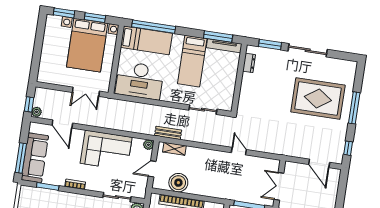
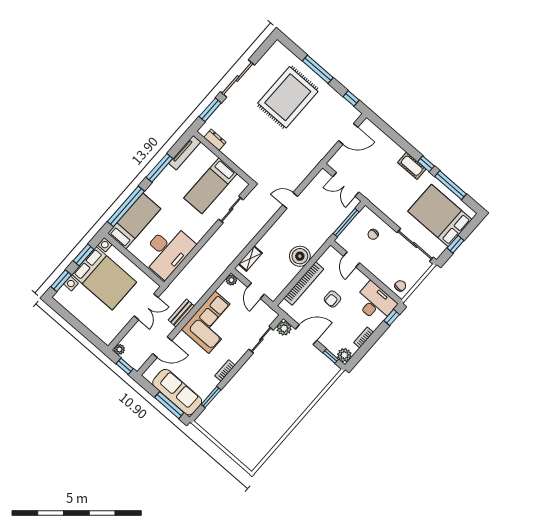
window: (218, 37) -> (159, 168), moved
bed: (192, 61) -> (210, 186), moved, turned 90
plant: (37, 112) -> (119, 349), moved
bench: (168, 133) -> (181, 313), moved
boiler: (178, 183) -> (300, 256), moved

